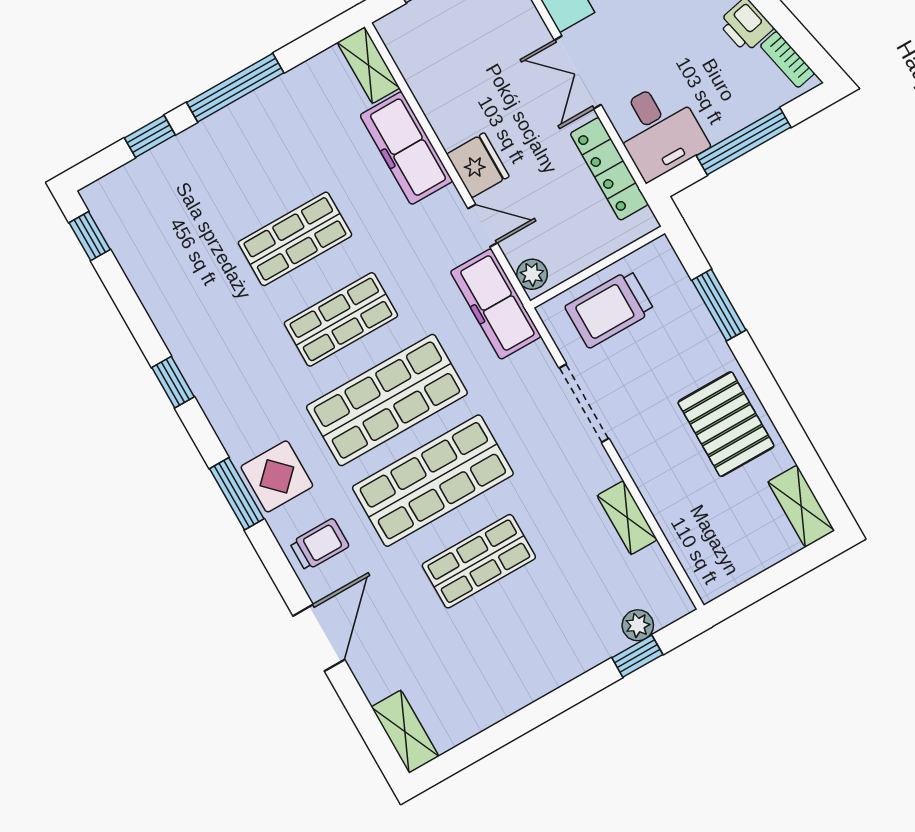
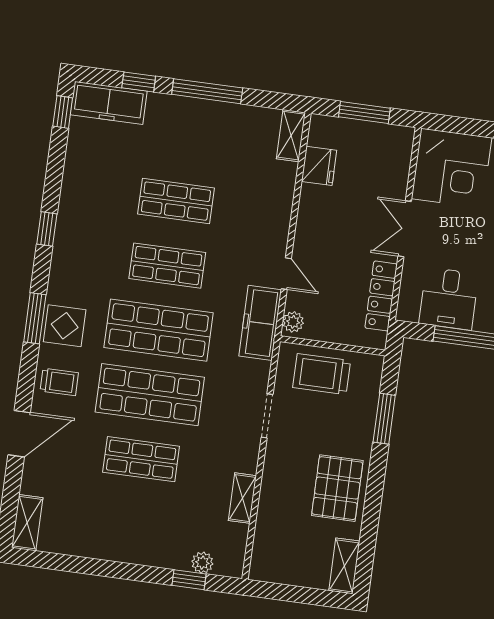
desk: (659, 130) -> (449, 299), moved
freezer: (406, 148) -> (109, 103), moved, turned -90
fridge: (478, 165) -> (319, 166), moved
doorway: (584, 403) -> (267, 416), width x0.73

